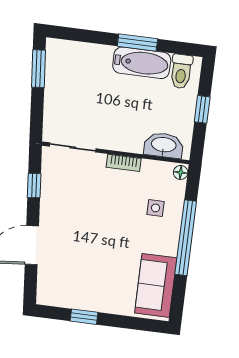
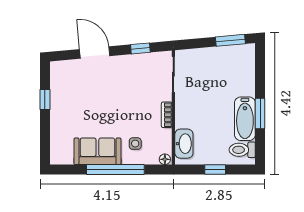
sofa: (156, 285) -> (97, 151), moved

